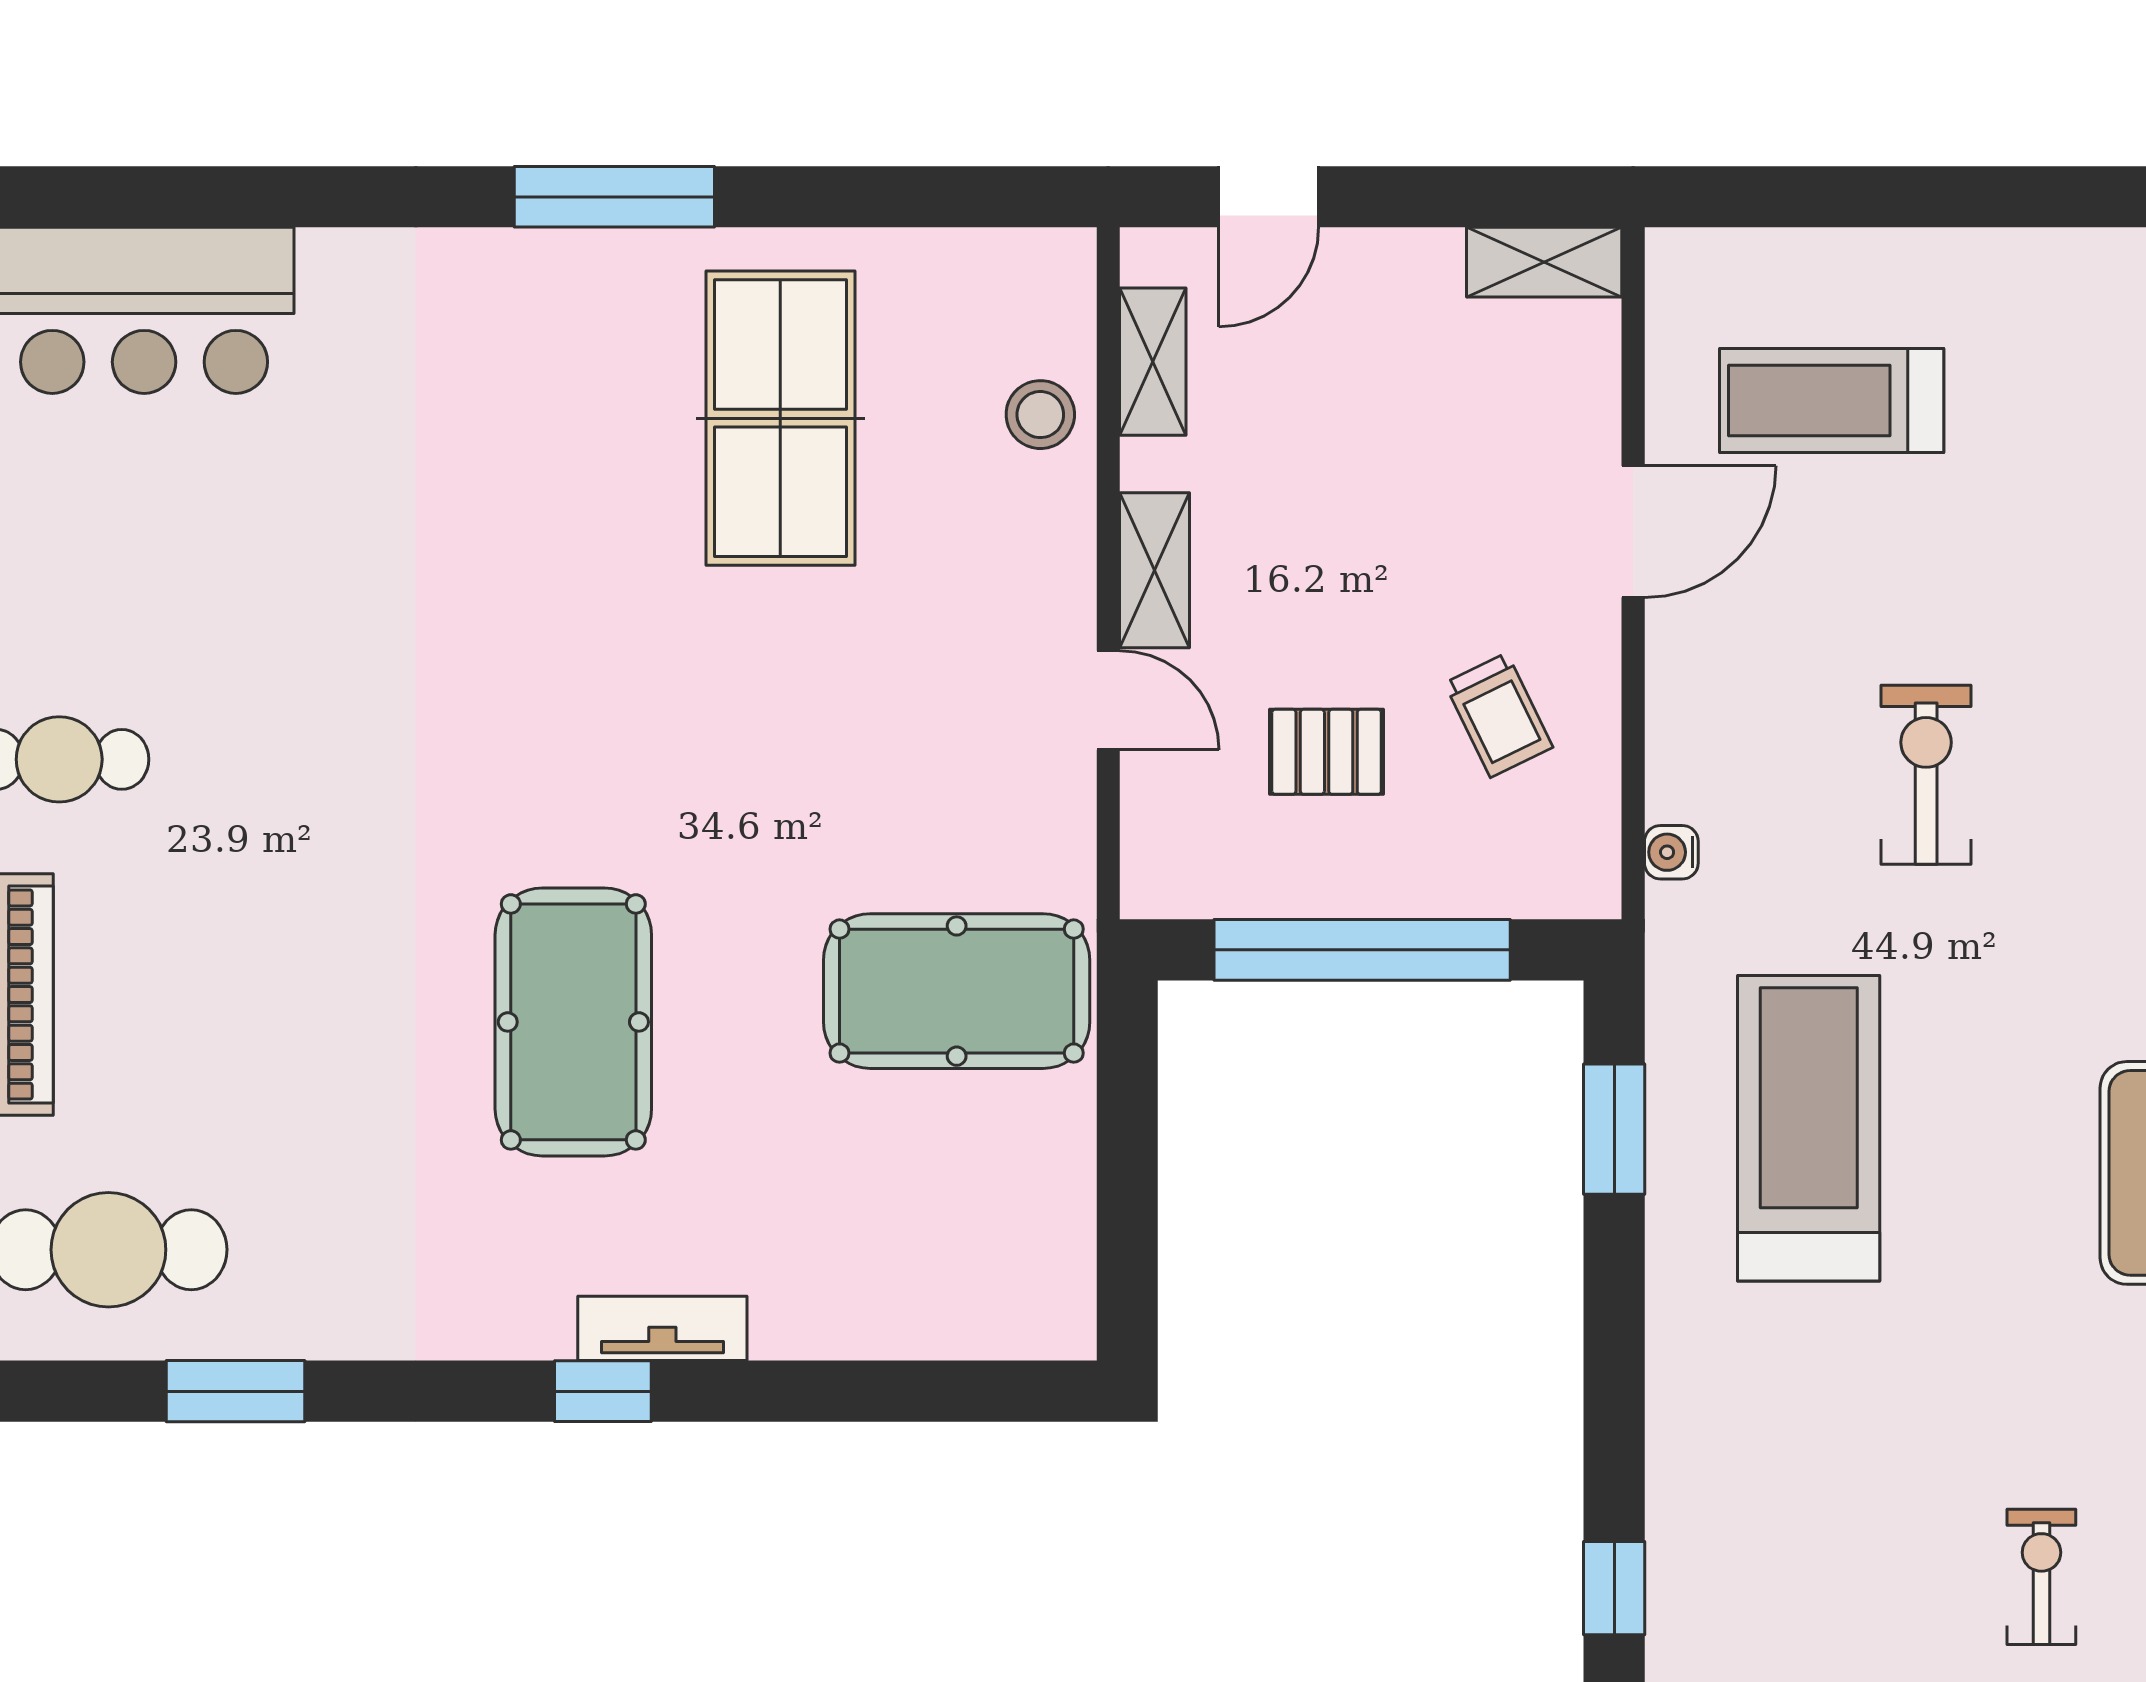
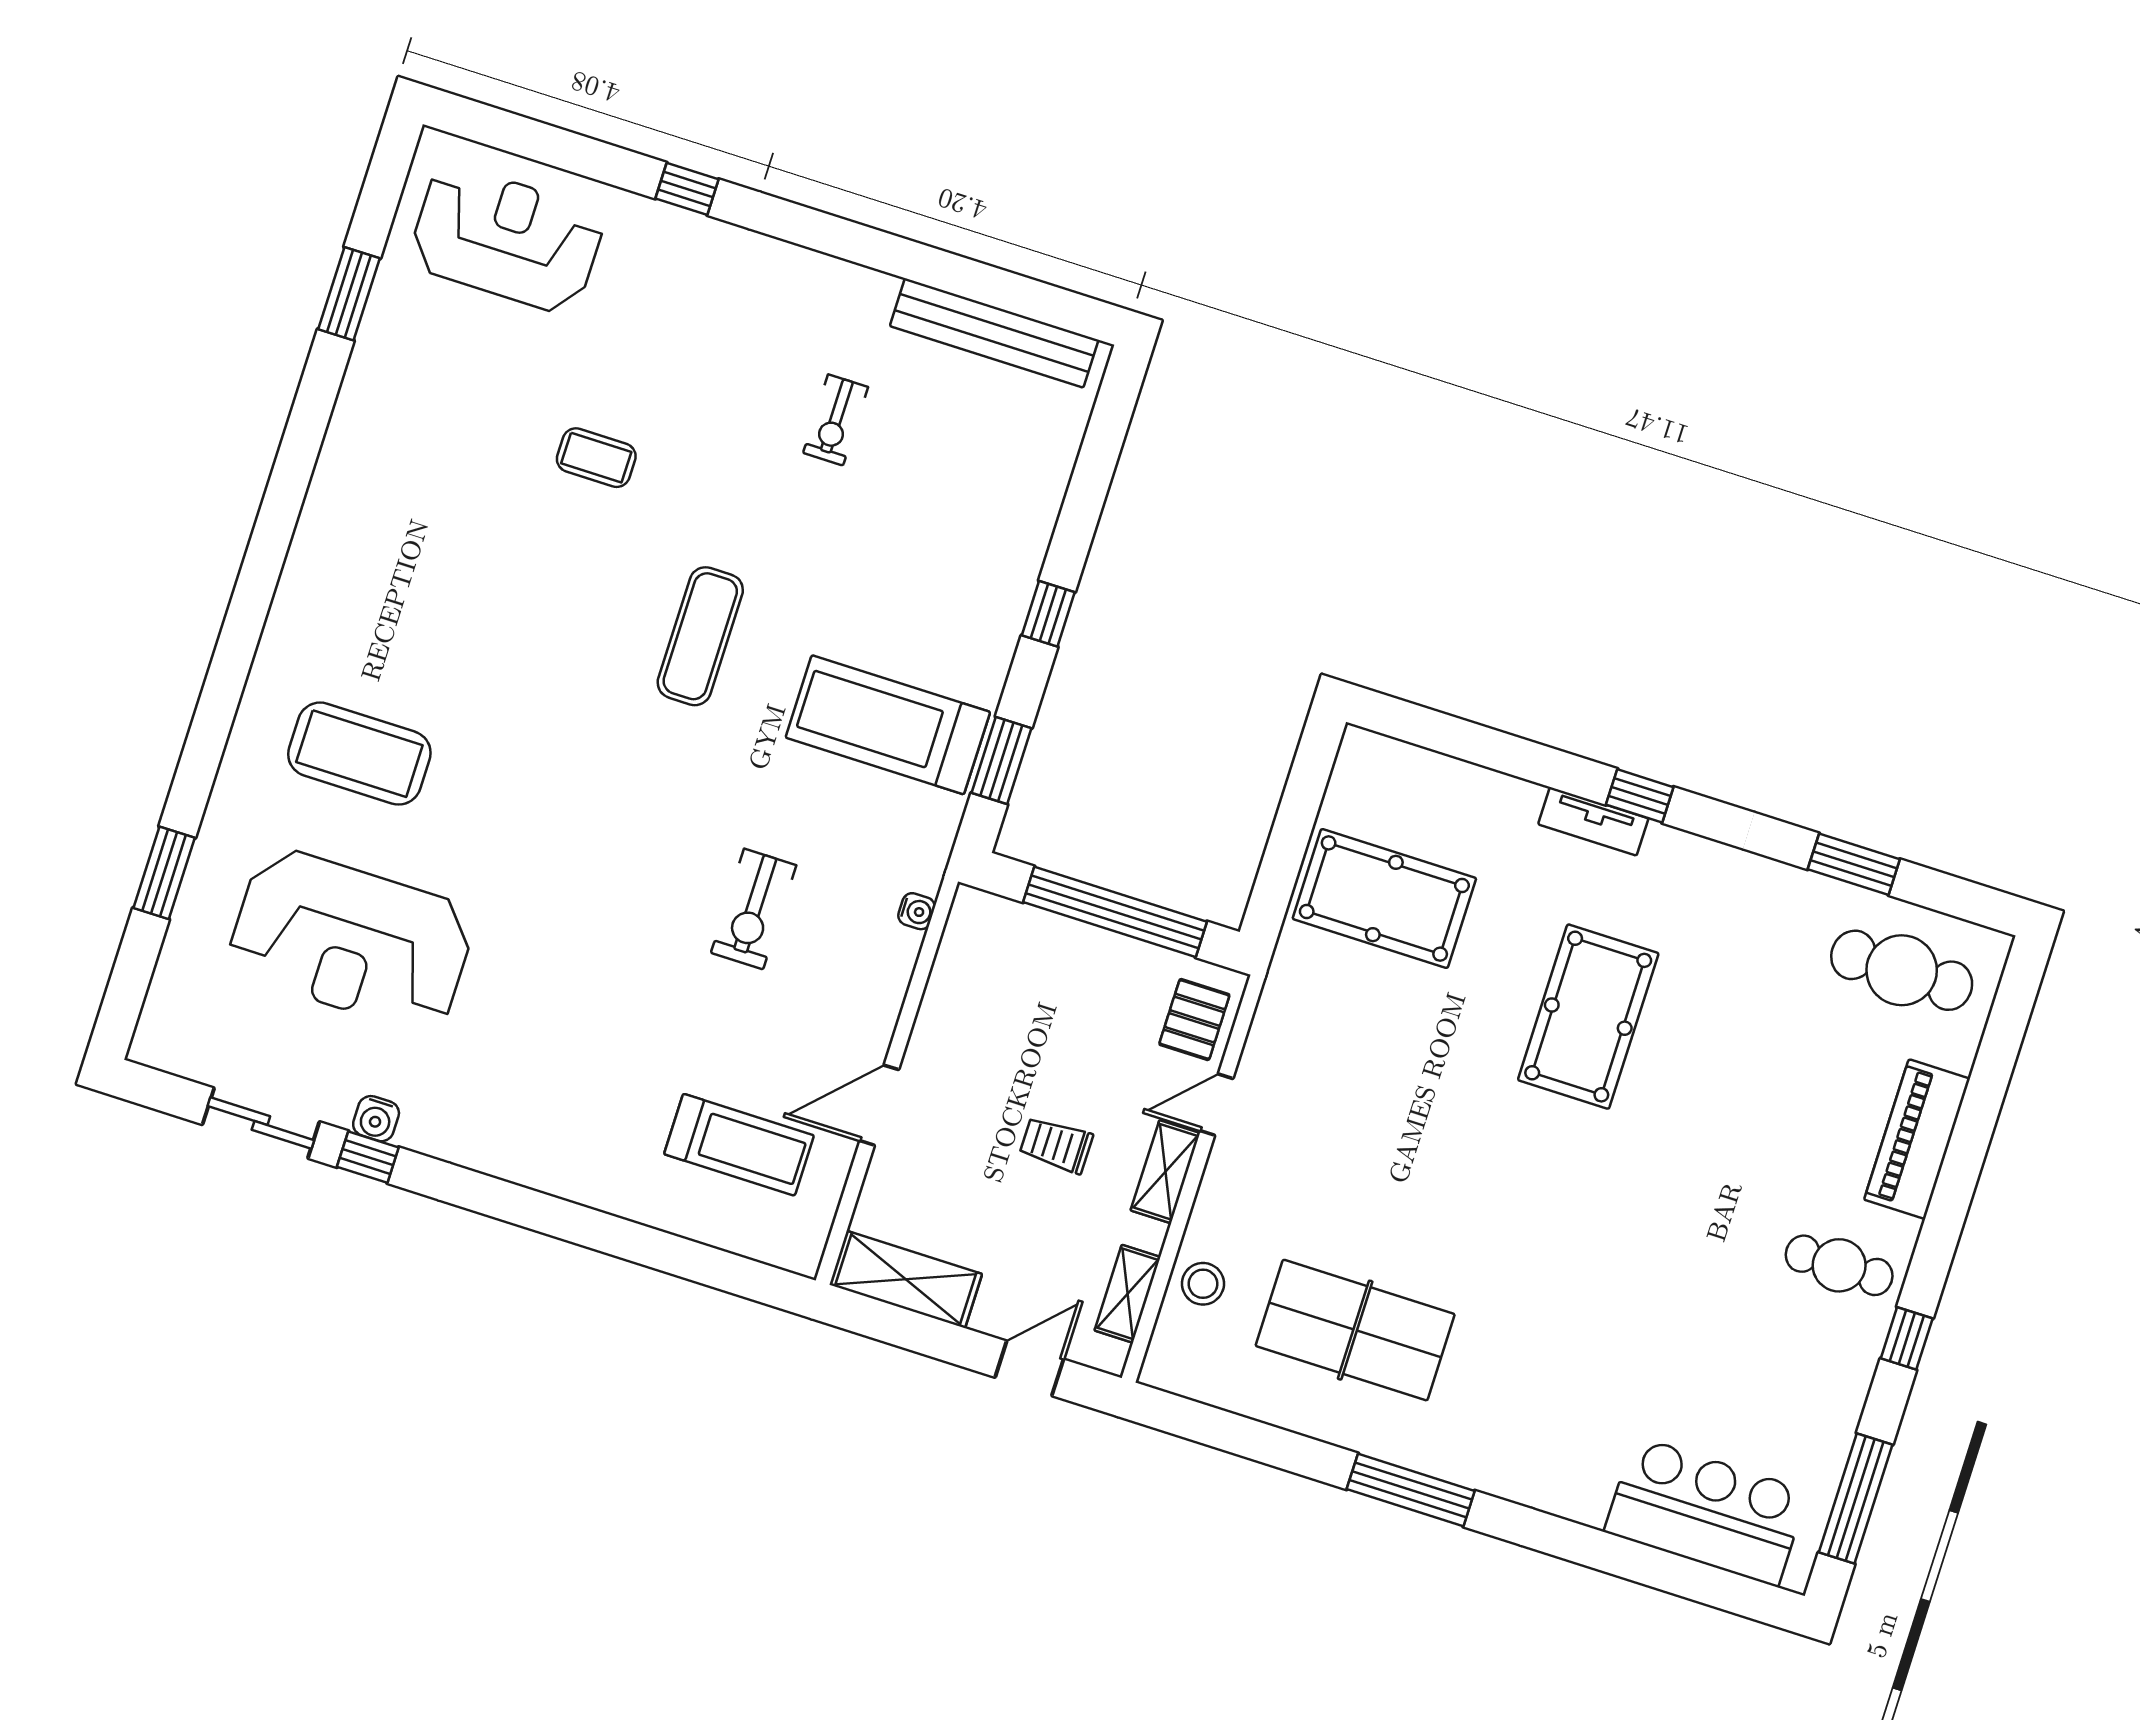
shelving: (1544, 262) -> (906, 1279), width x1.50, depth x1.33
table tennis table: (780, 418) -> (1355, 1330), turned 90
door: (1108, 700) -> (1217, 1105), hinge flipped
trolley: (1499, 715) -> (1056, 1145), moved, turned -64
pallet: (1327, 752) -> (1194, 1020), moved, turned 90
pool table: (957, 991) -> (1384, 898), moved
treadmill: (1809, 1128) -> (888, 725), turned 90
window: (1614, 1588) -> (1048, 614), moved

